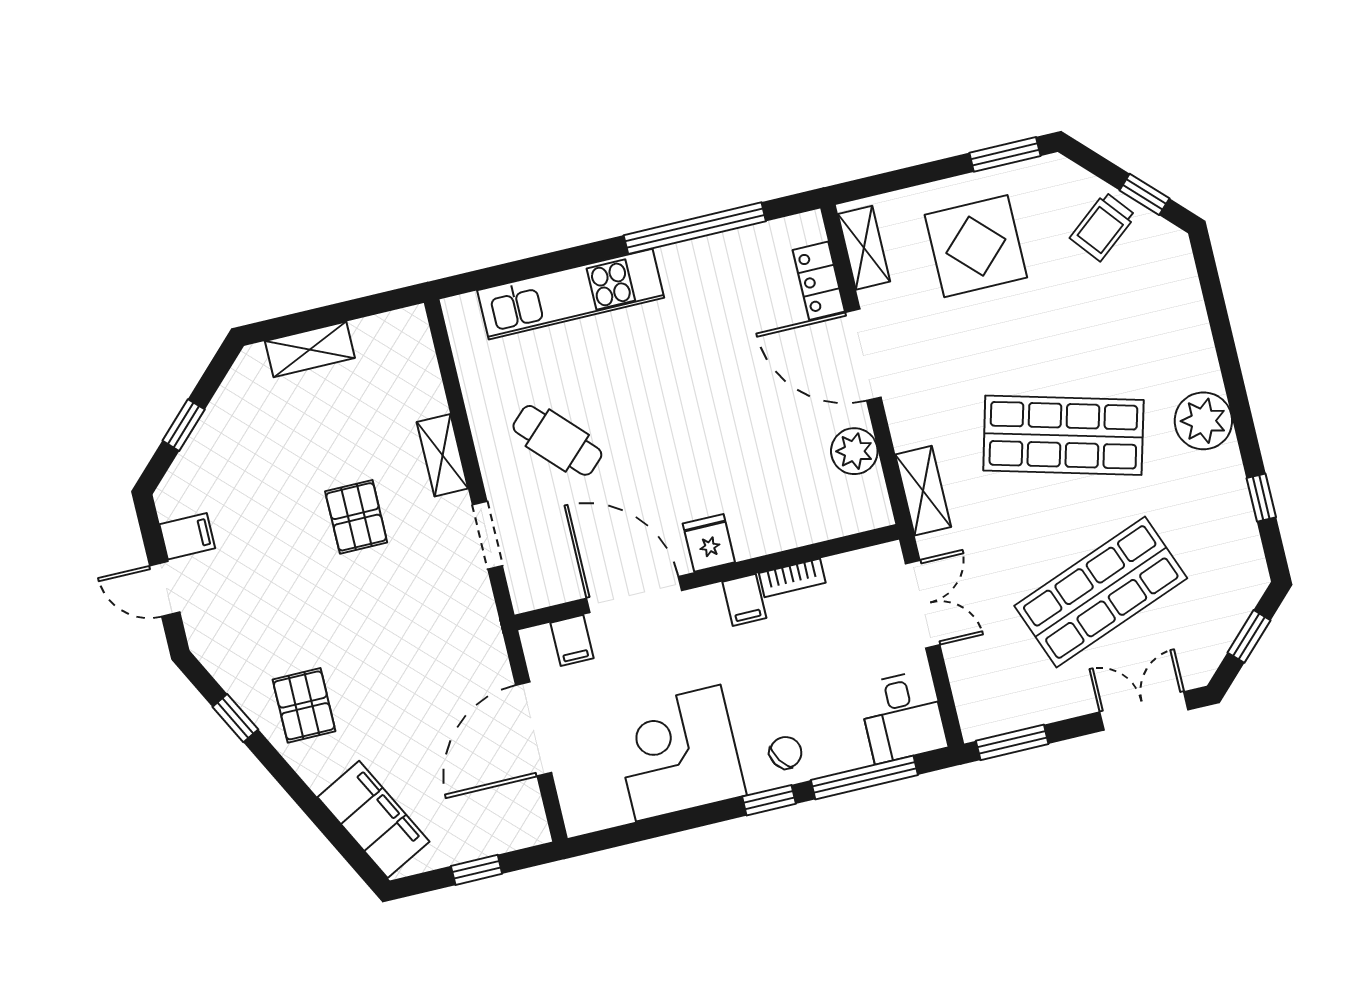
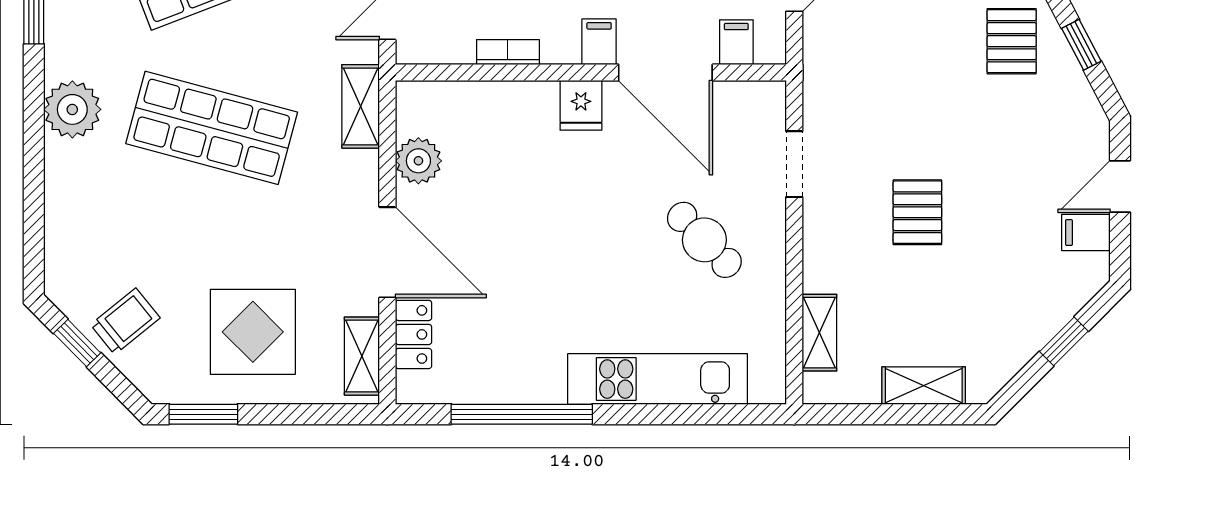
shelving: (442, 455) -> (819, 333), moved
door: (165, 589) -> (1120, 186), swing flipped
filing cabinet: (744, 600) -> (599, 42), moved

